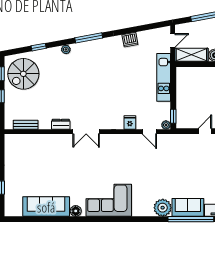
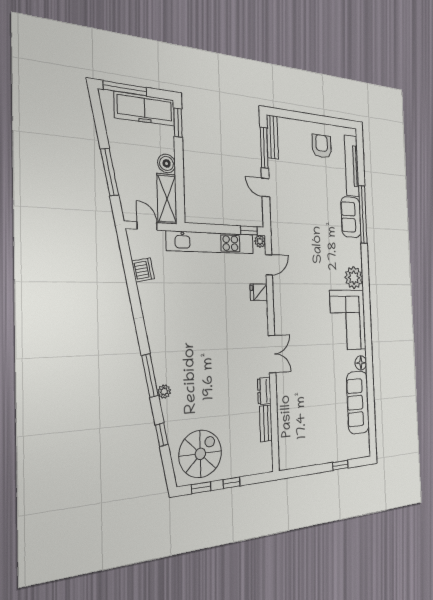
window: (89, 38) -> (150, 376), moved
dishwasher: (130, 40) -> (143, 270), moved
spiral stairs: (23, 74) -> (200, 454), turned -90
kitchen unit: (164, 77) -> (211, 242), width x1.36
bench: (26, 125) -> (266, 423), moved
plant: (163, 208) -> (354, 278), moved

